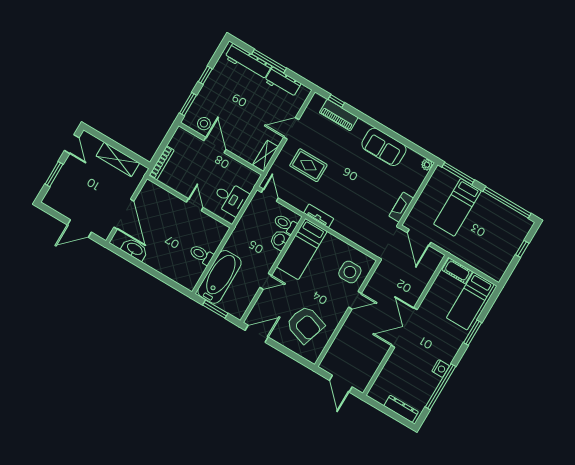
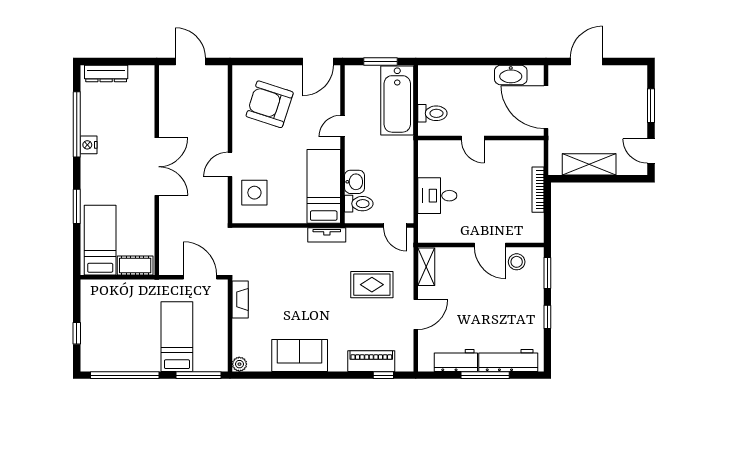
wall: (190, 202) -> (481, 138), moved
door: (195, 205) -> (473, 138), moved

